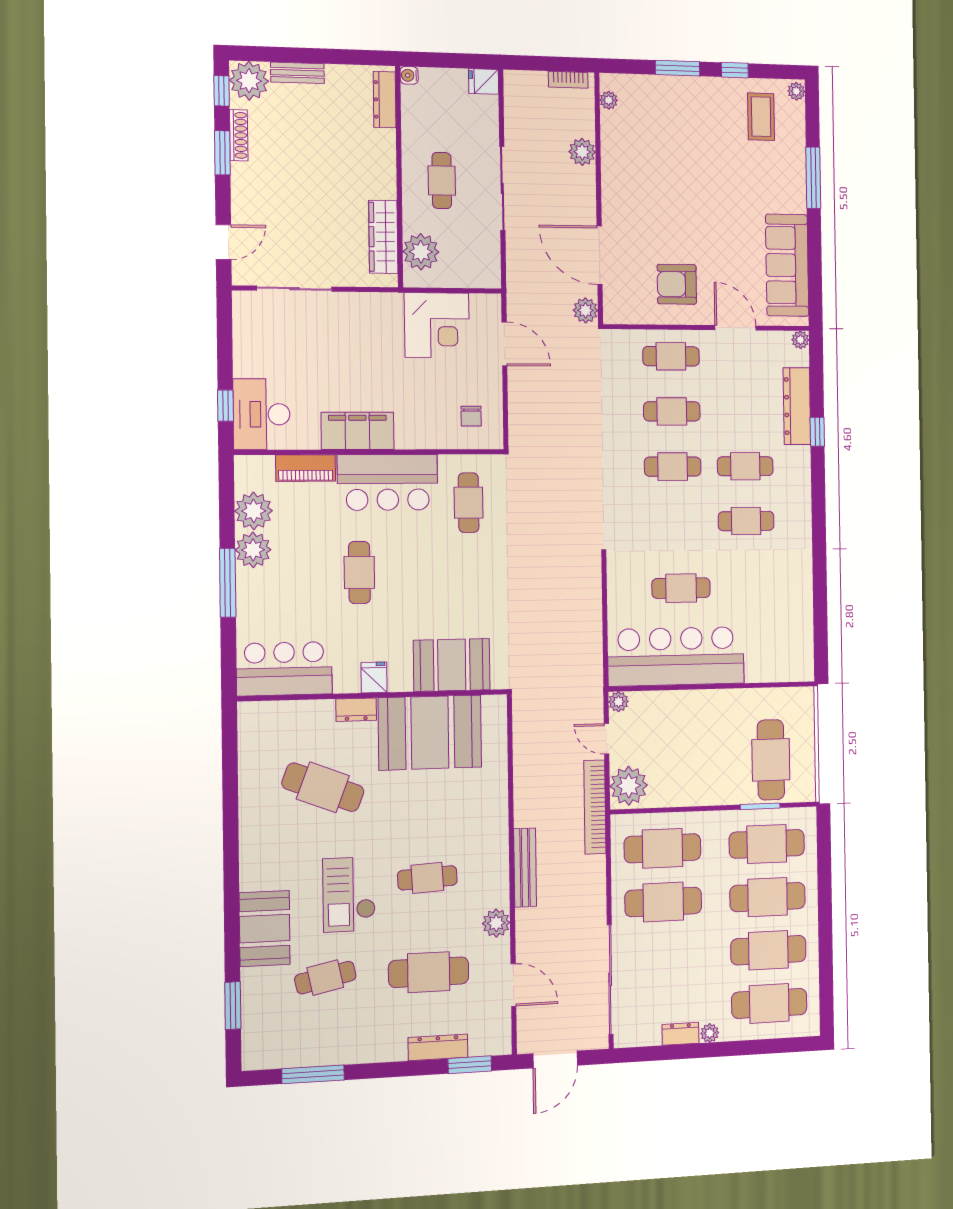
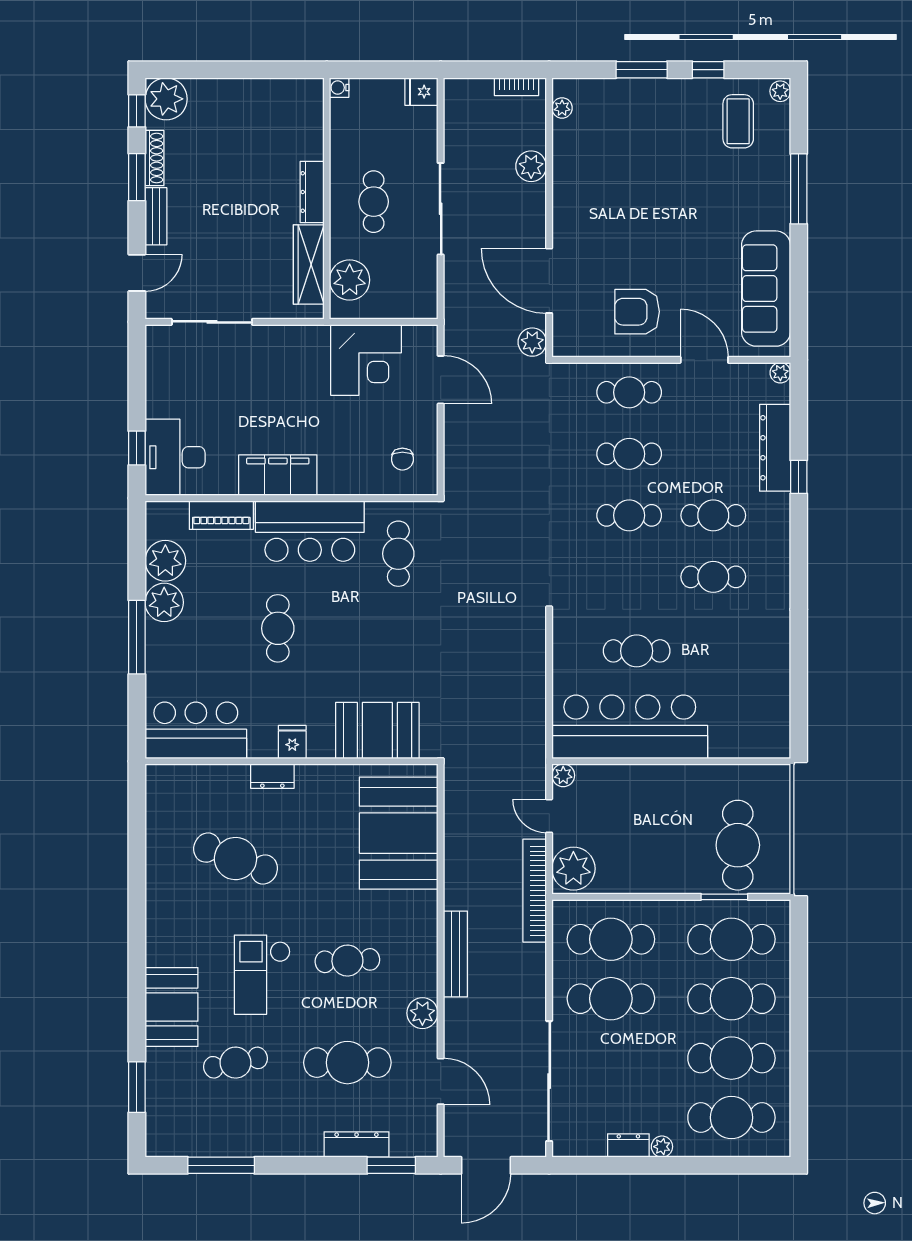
bench: (297, 73) -> (156, 216), moved, turned 90
dresser: (385, 100) -> (312, 192), moved
booth: (430, 733) -> (399, 833), moved, turned 90

